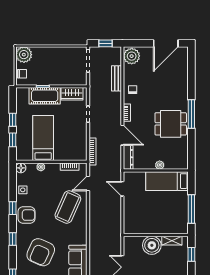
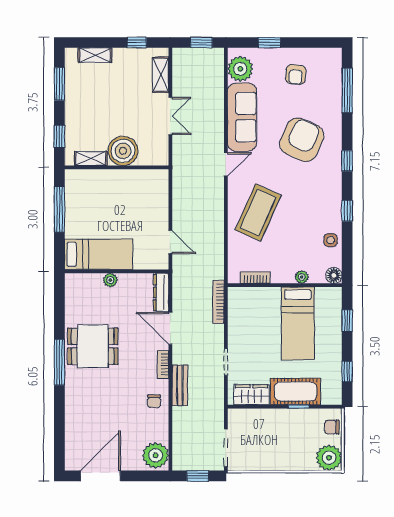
bench: (116, 78) -> (180, 385), moved
window: (13, 120) -> (347, 372), moved
door: (88, 183) -> (226, 164), moved
armchair: (26, 215) -> (325, 200), removed

